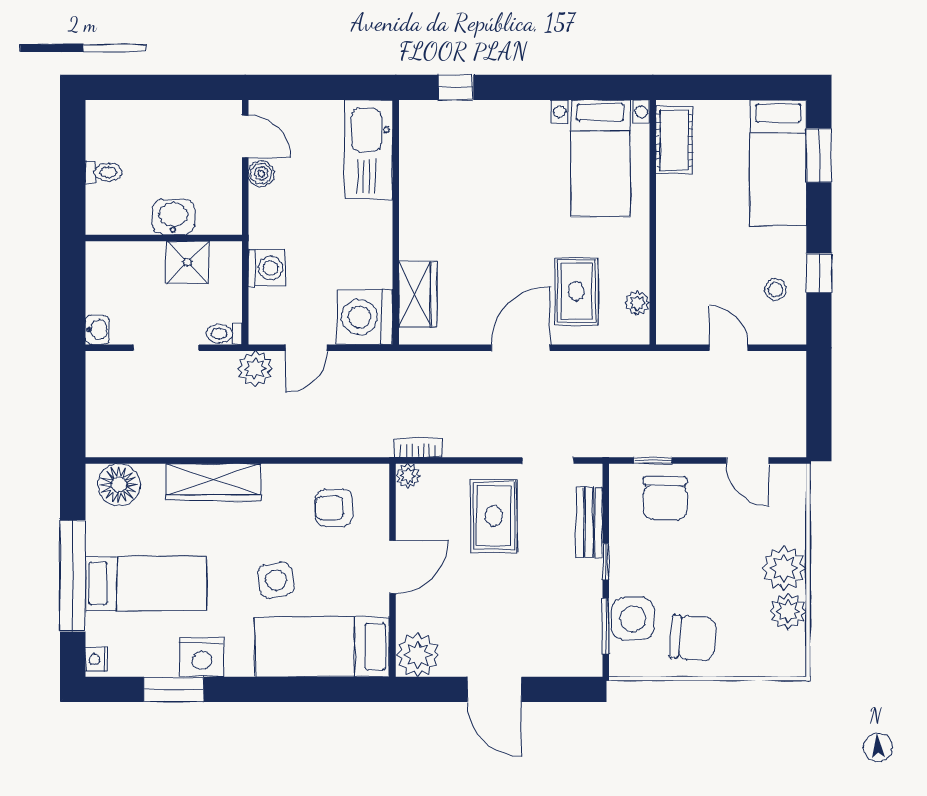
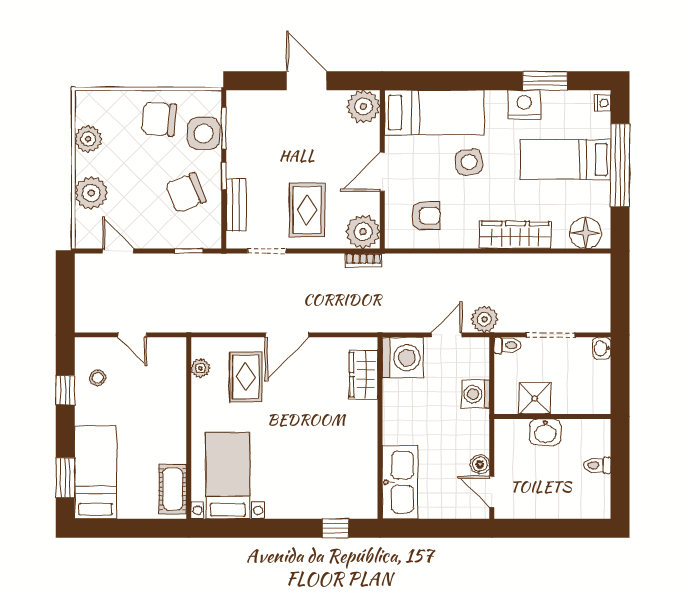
plant: (408, 476) -> (363, 232), width x1.88, depth x1.88
chair: (665, 498) -> (186, 193), moved, turned -112
plant: (784, 568) -> (91, 193), moved

